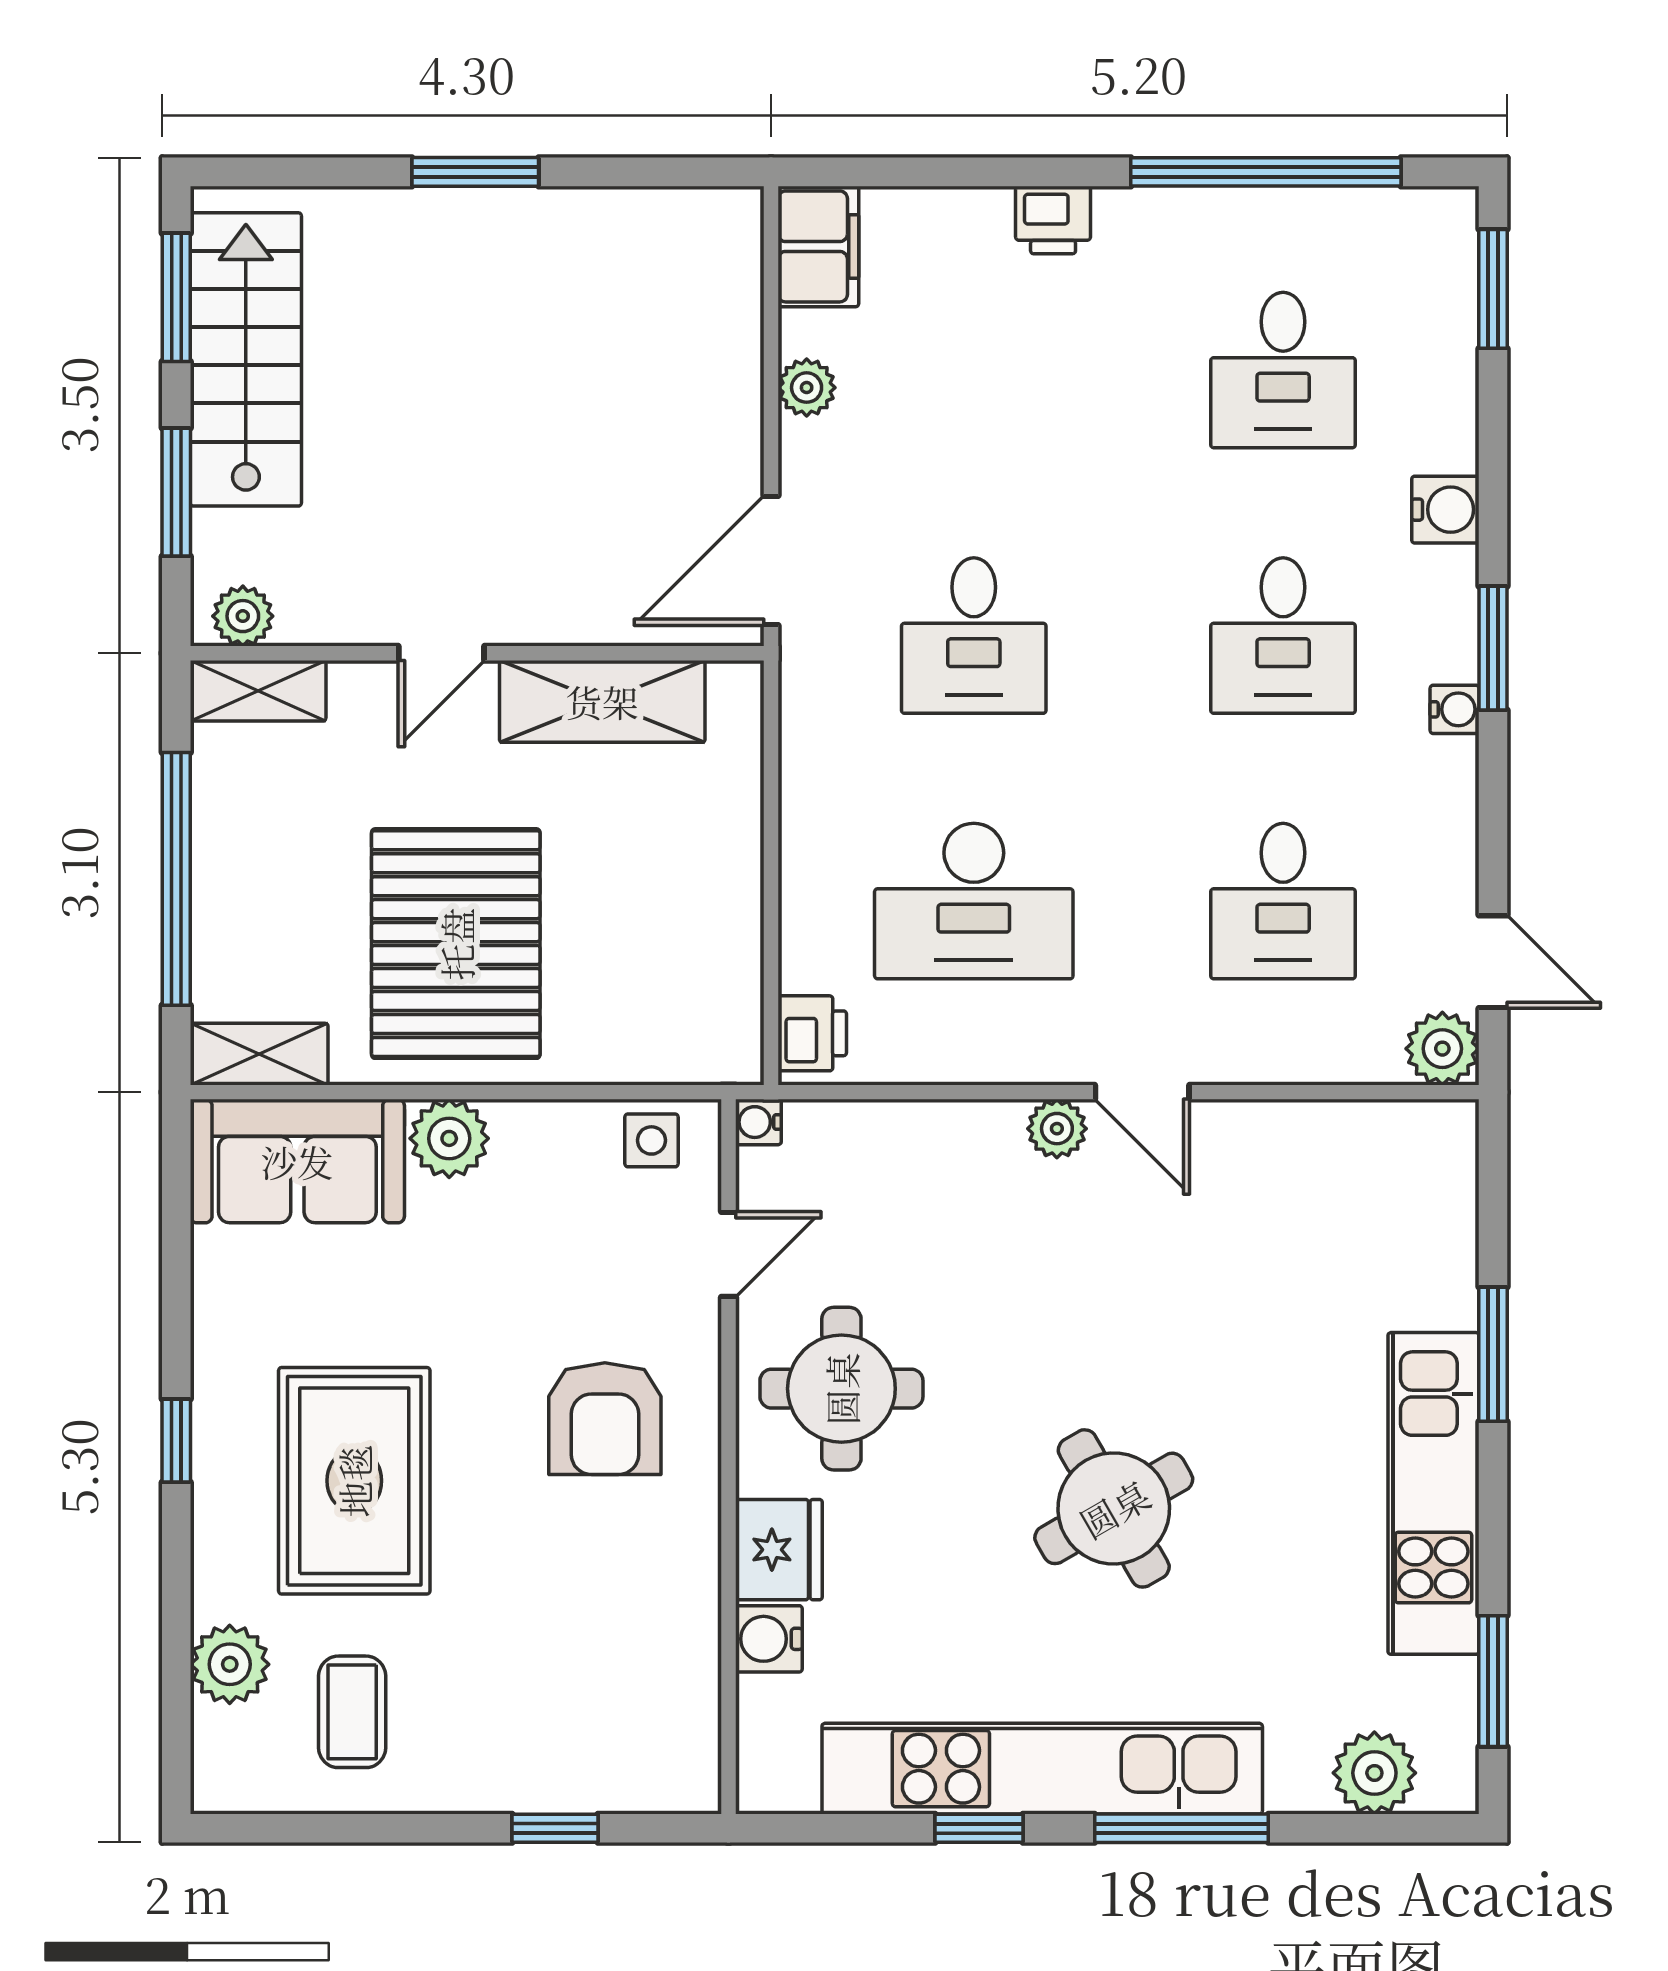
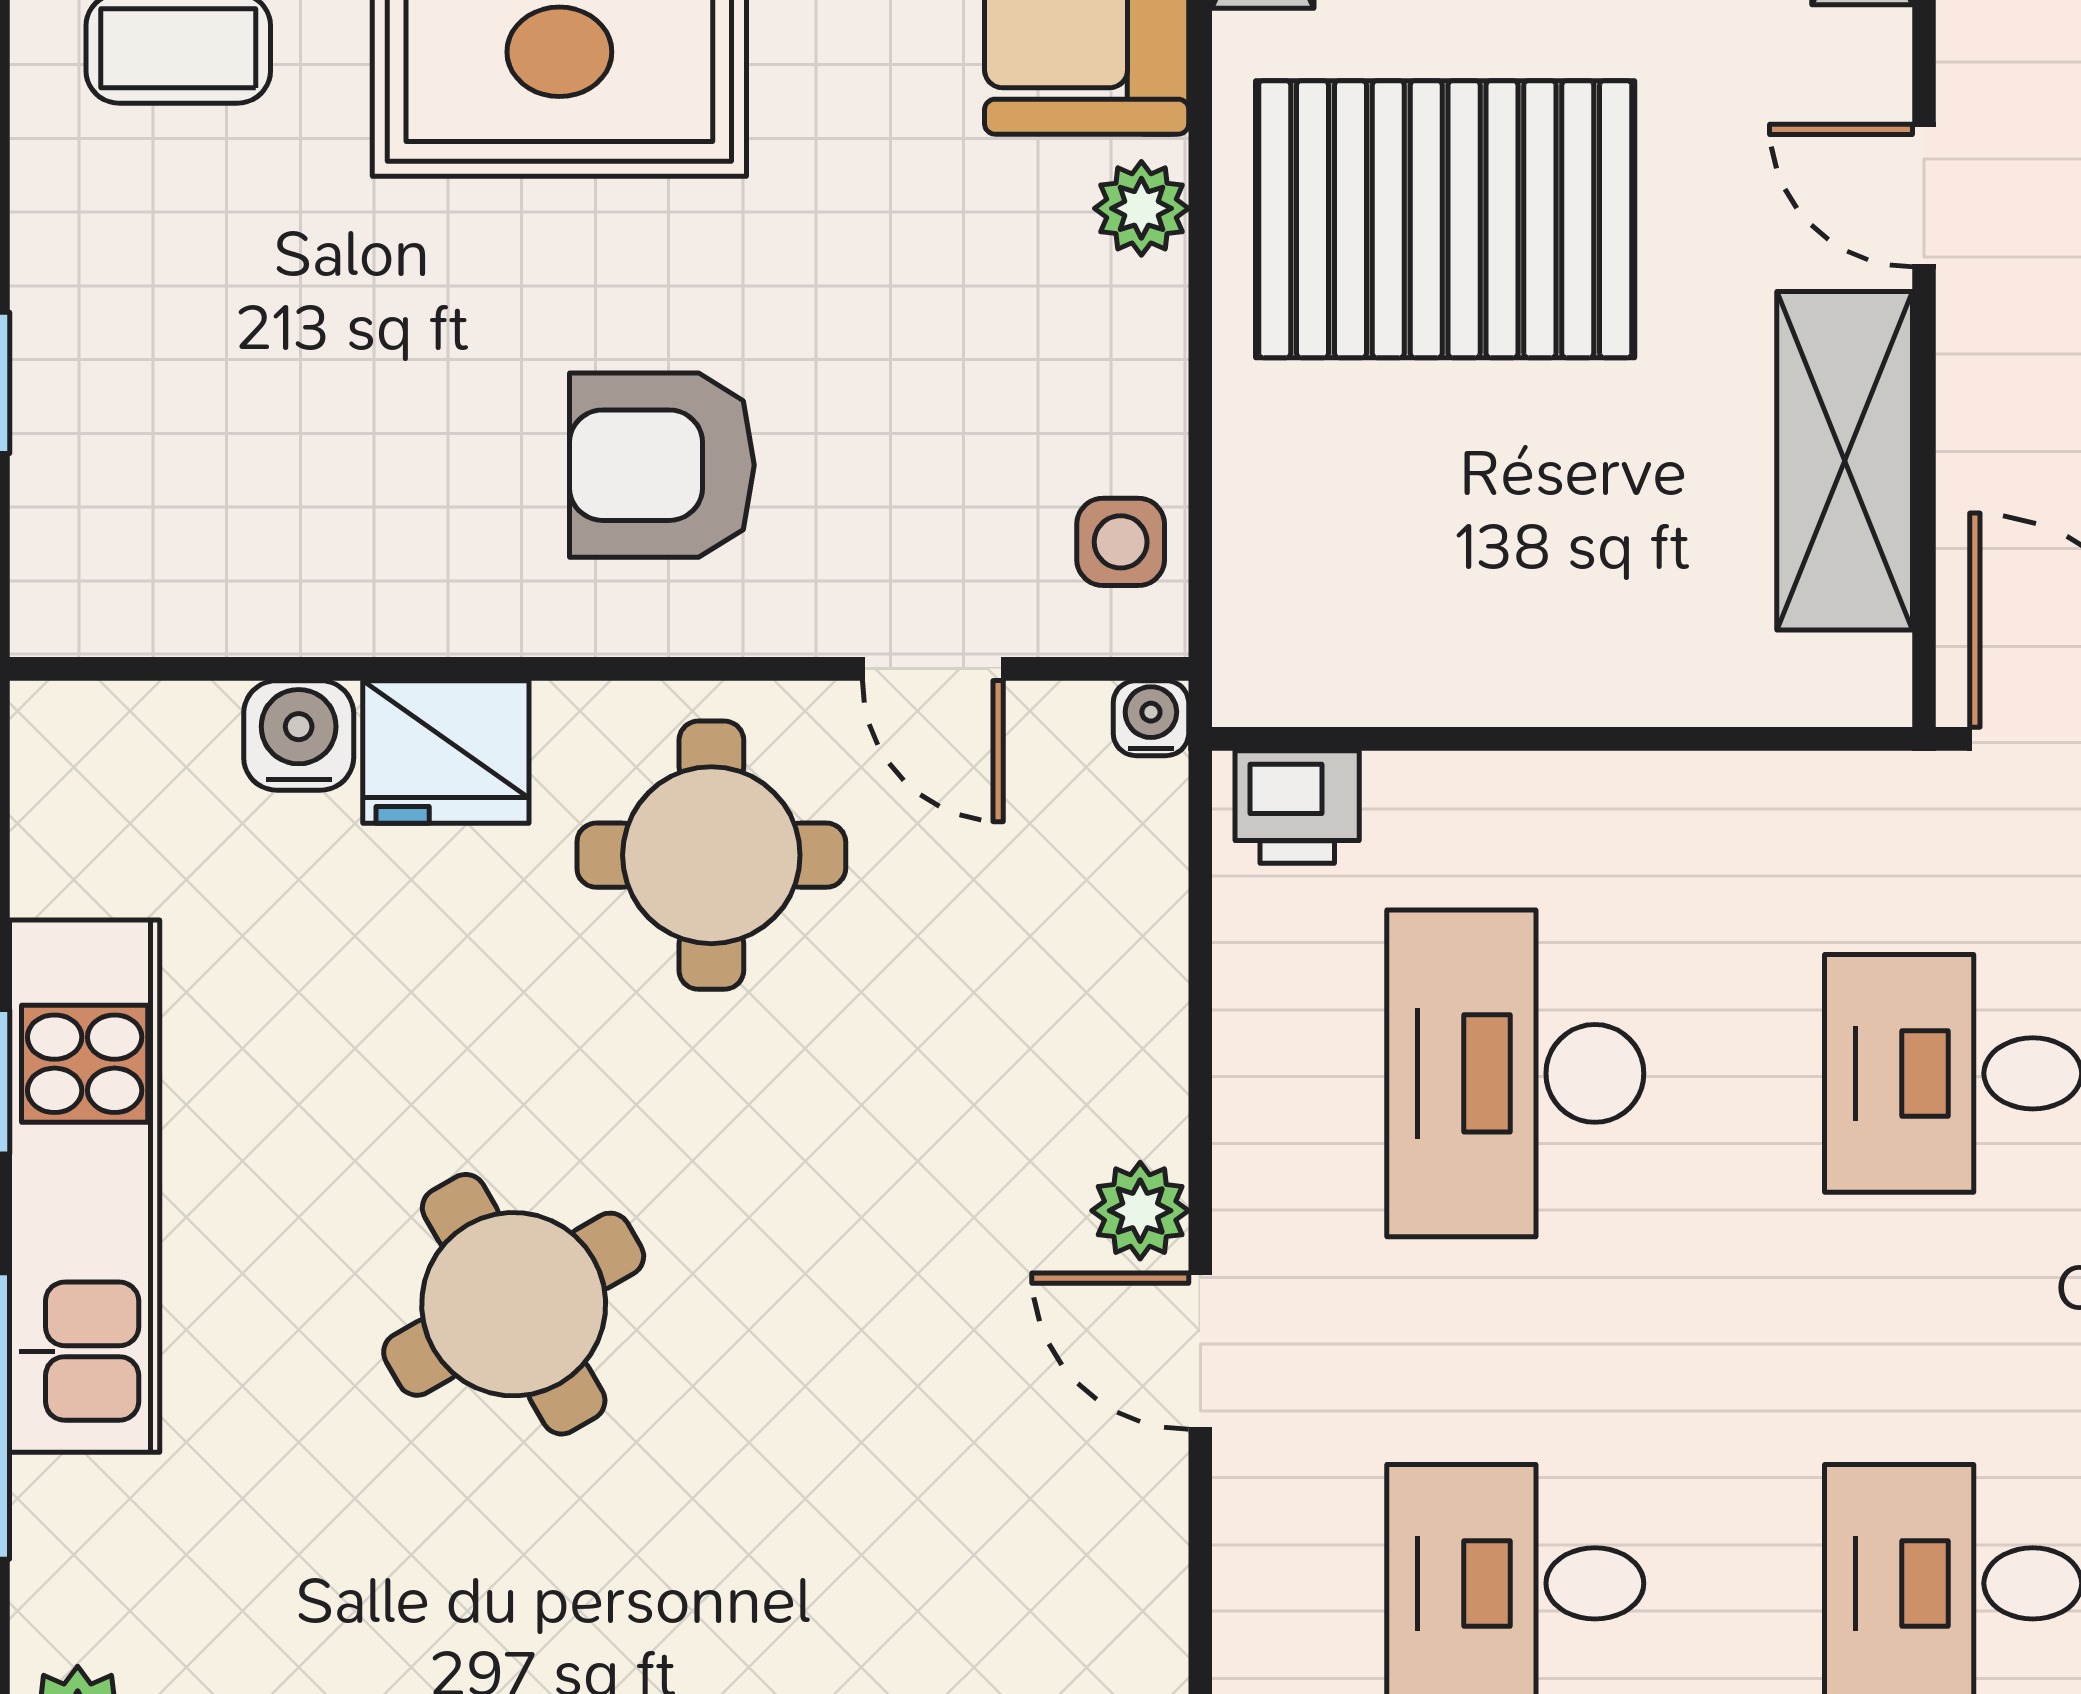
door: (1142, 1092) -> (1200, 1351), hinge flipped
plant: (449, 1138) -> (1141, 208), width x0.73, depth x0.73
kitchen unit: (1042, 1769) -> (85, 1186), width x0.73

